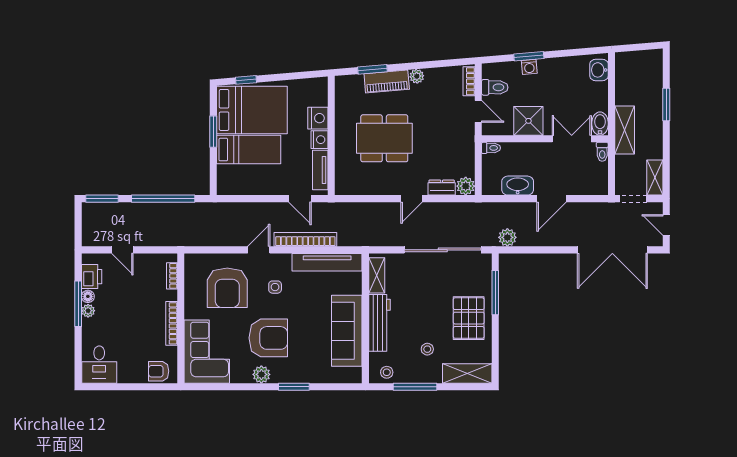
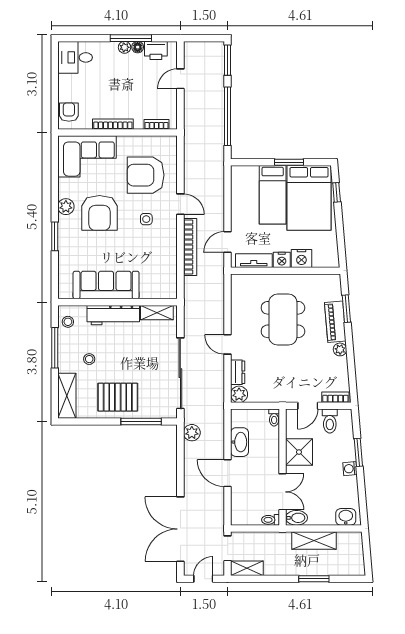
washing machine: (529, 67) -> (350, 469), moved
shelving: (625, 130) -> (314, 540), moved
tv unit: (327, 262) -> (169, 267), removed

